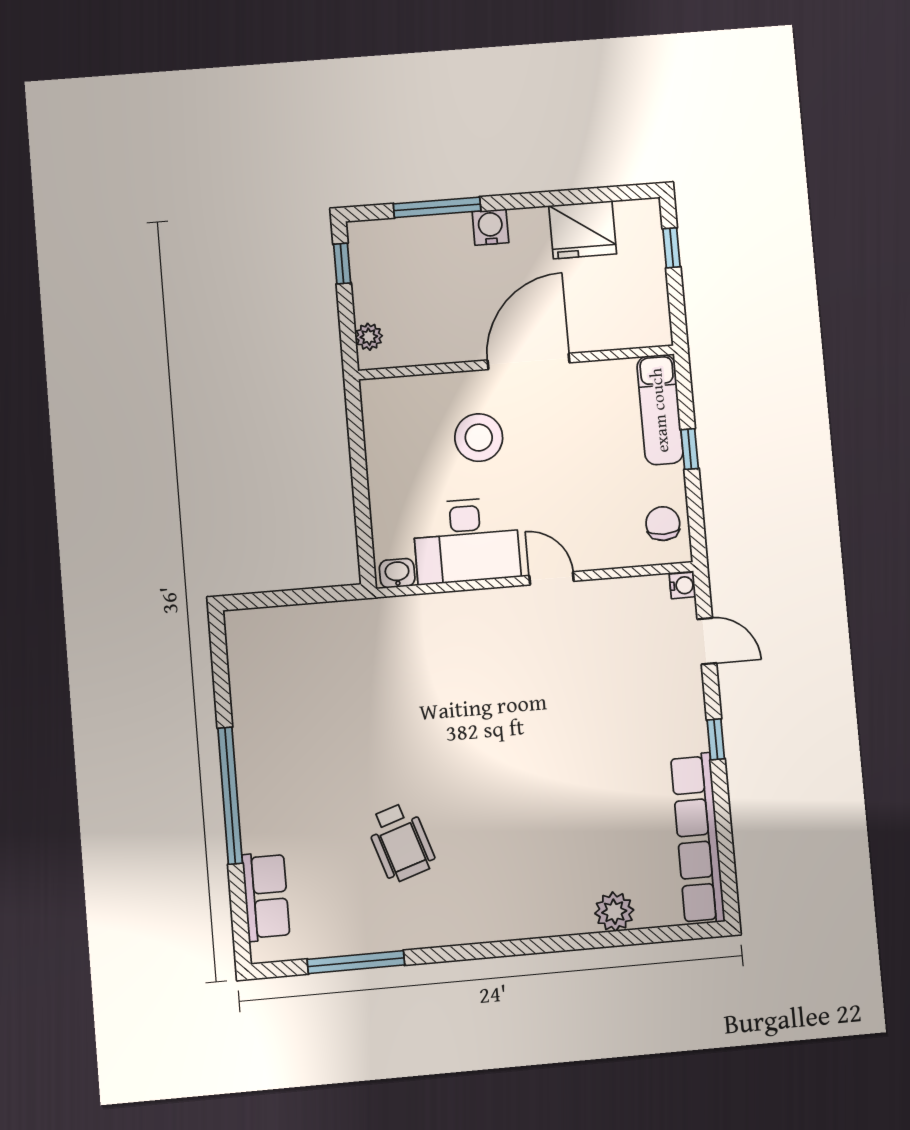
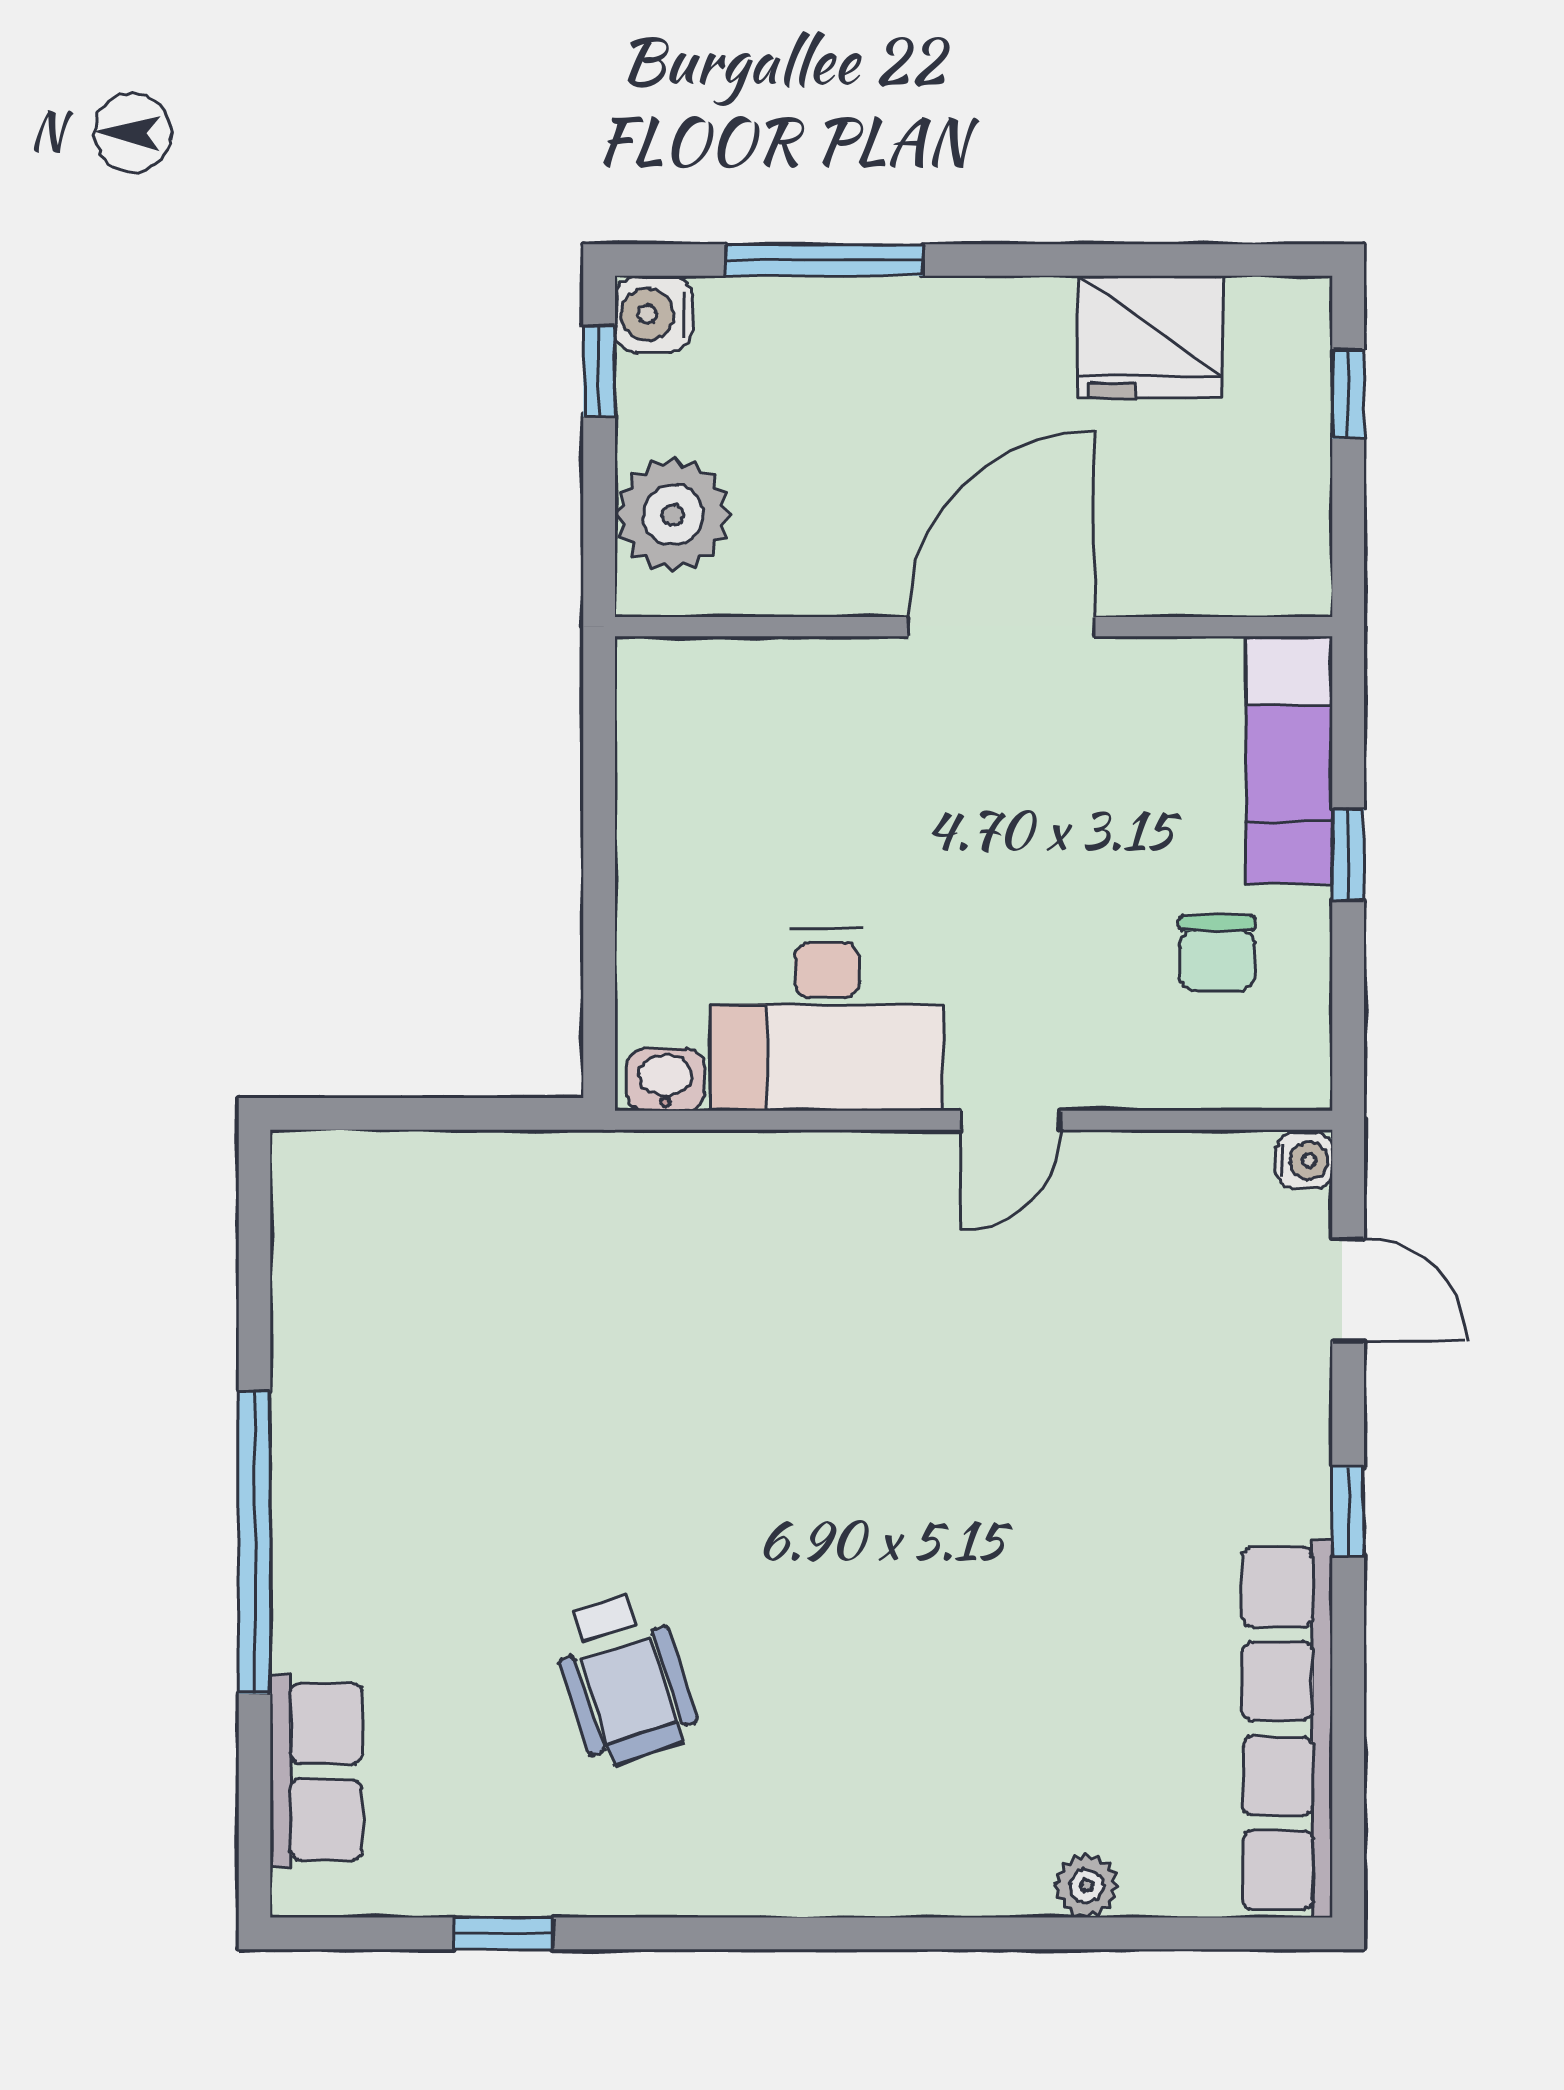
water cooler: (490, 227) -> (654, 314), moved, turned -90
plant: (369, 337) -> (673, 515), width x1.88, depth x1.88
stool: (479, 438) -> (874, 790), removed
chair: (663, 524) -> (1217, 953), moved, turned 180
door: (552, 578) -> (1011, 1120), swing flipped
plant: (614, 912) -> (1086, 1886), width x0.73, depth x0.73
window: (356, 962) -> (503, 1933), width x0.46

